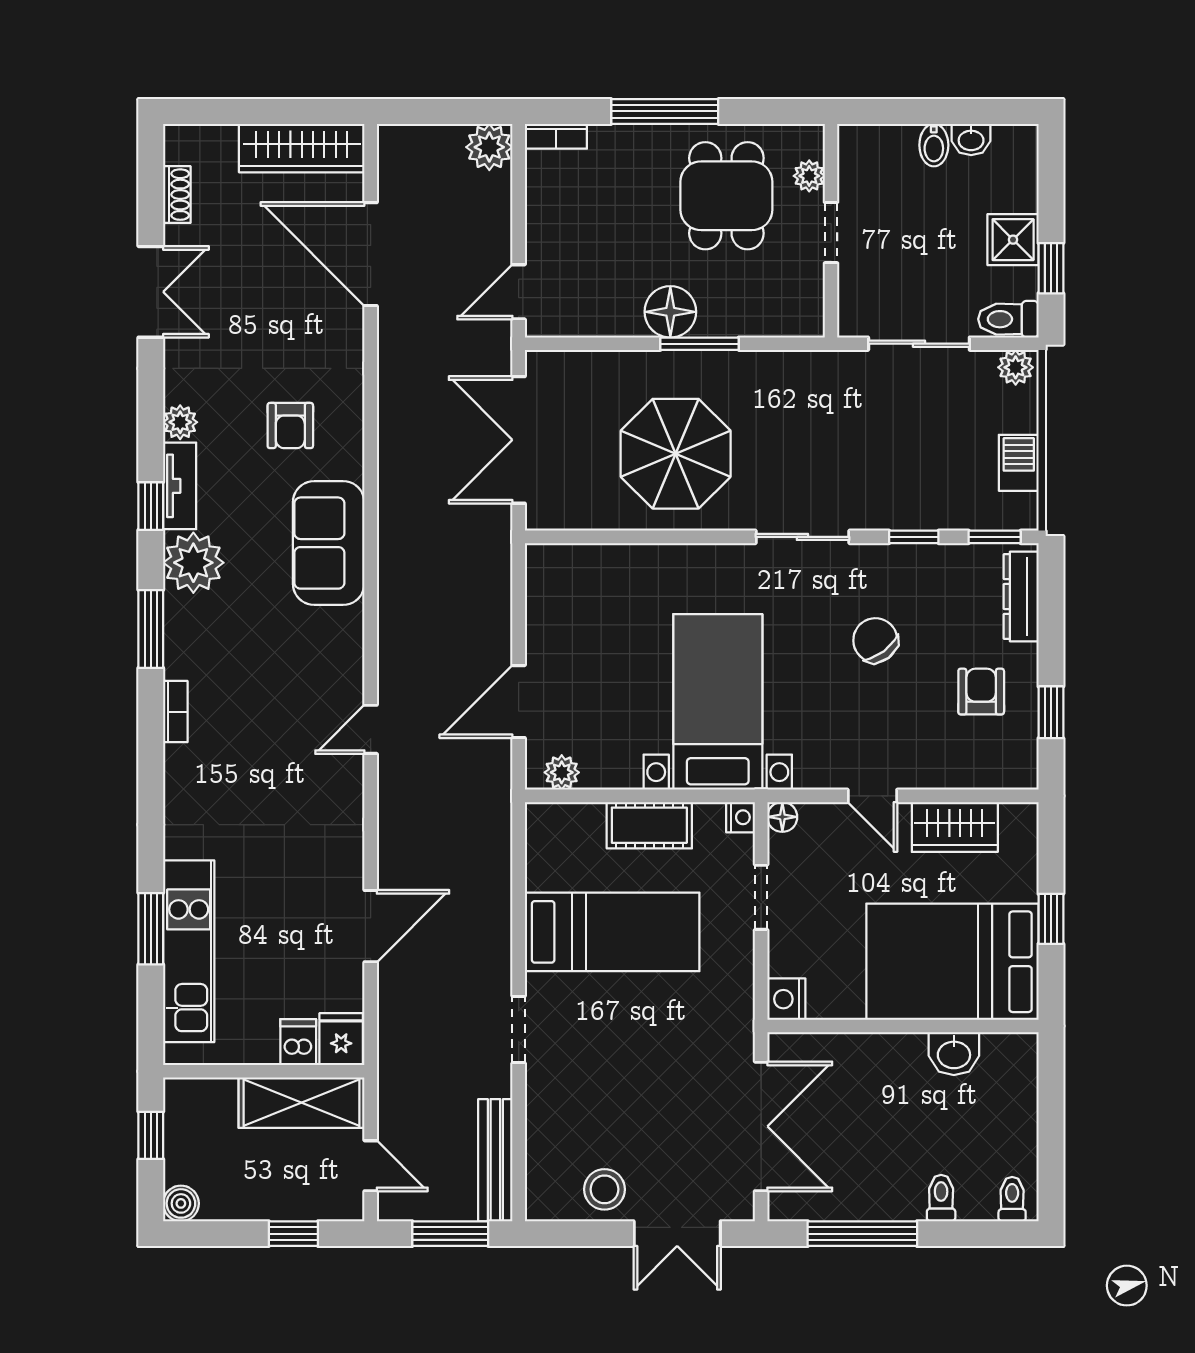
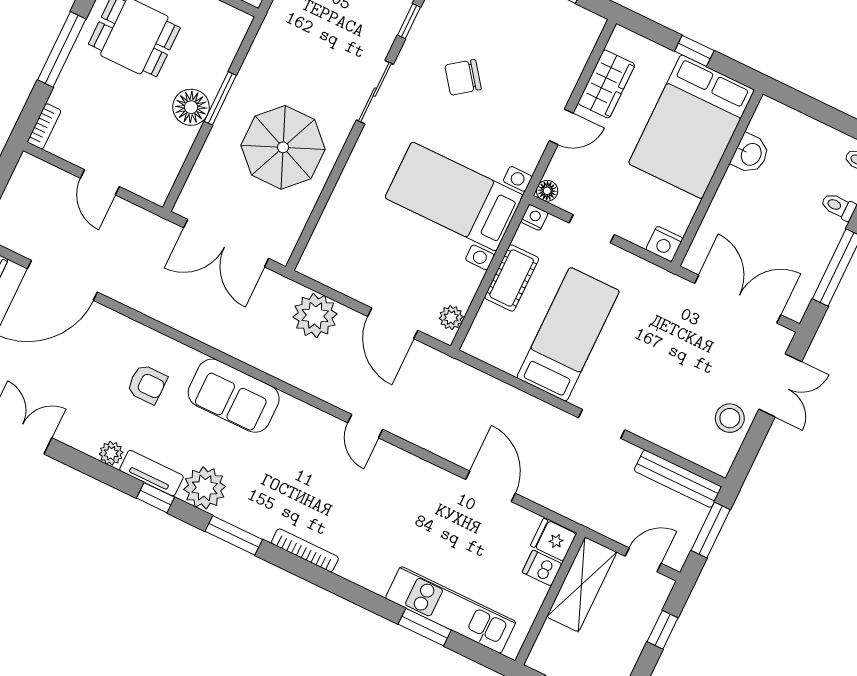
plant: (489, 147) -> (315, 316), moved, width x1.36, depth x1.36
door: (519, 292) -> (100, 182), moved
armchair: (981, 692) -> (528, 26), removed
bookcase: (175, 712) -> (305, 550), width x1.56

